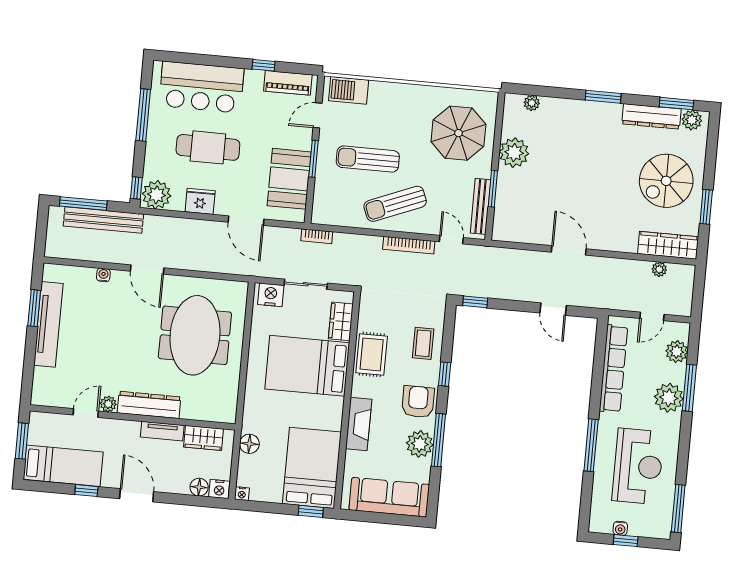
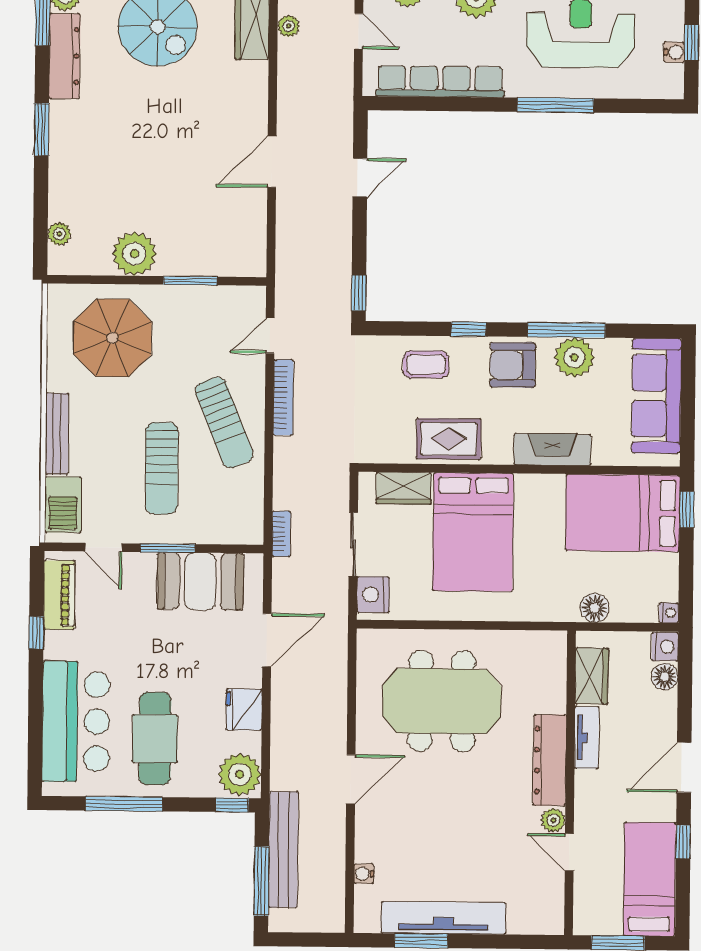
cafe table: (208, 147) -> (155, 739), moved
bench: (481, 206) -> (57, 434), moved, turned 90
water cooler: (103, 275) -> (364, 874), moved

